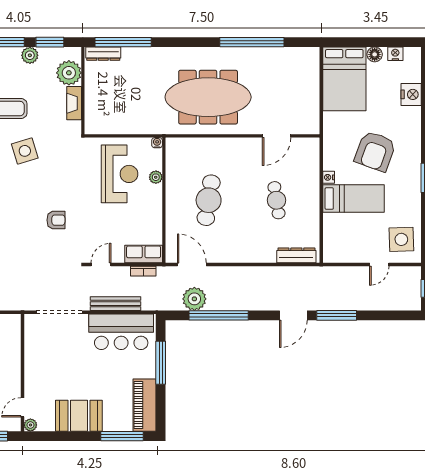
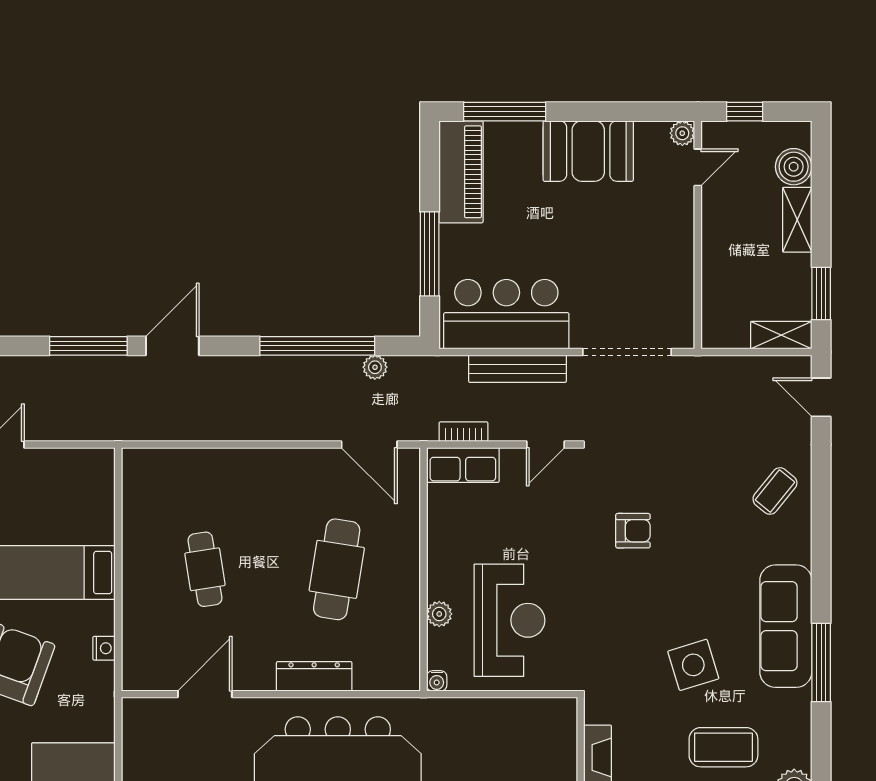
reception desk: (120, 174) -> (509, 620), turned 180
nightstand: (329, 177) -> (104, 648), moved
armchair: (56, 220) -> (633, 531), turned 180
dresser: (296, 255) -> (314, 676), moved, turned 180
plant: (194, 299) -> (375, 367), width x0.53, depth x0.53

